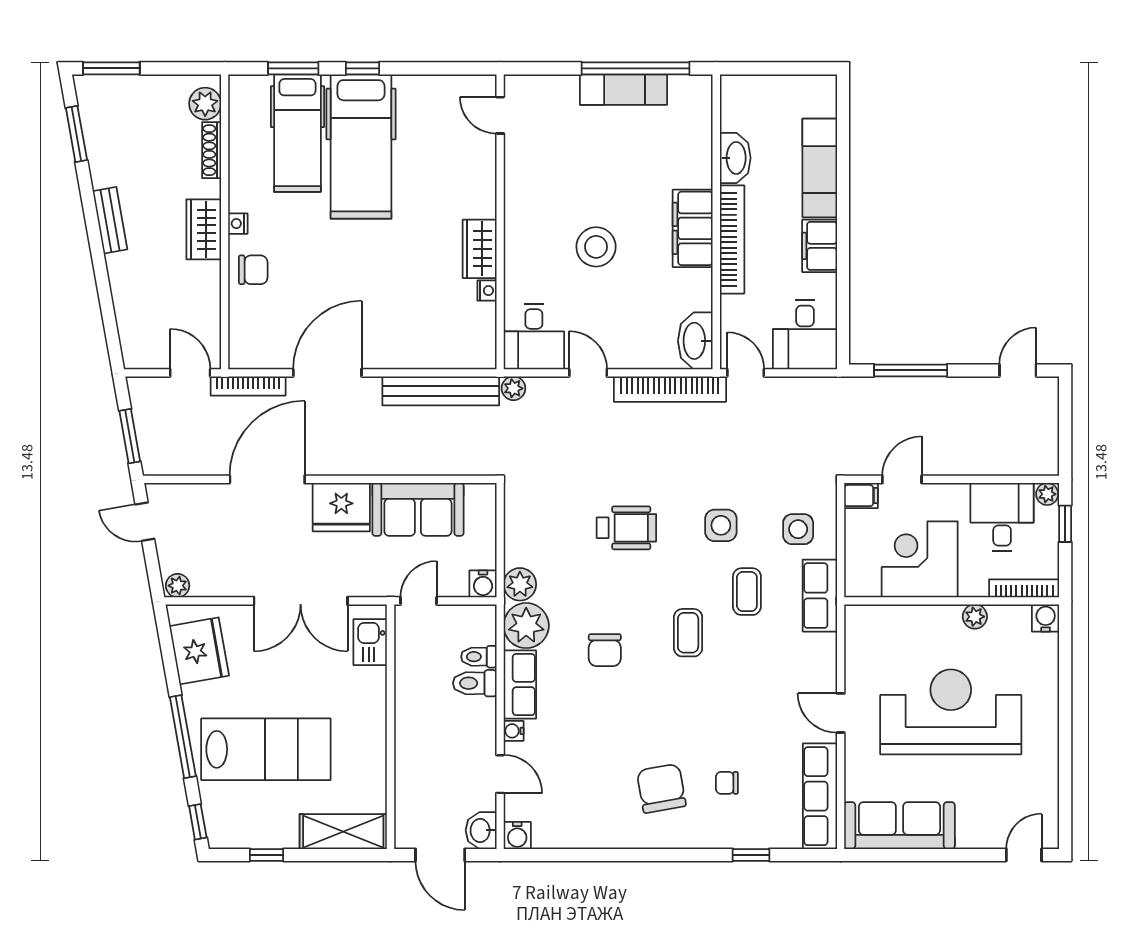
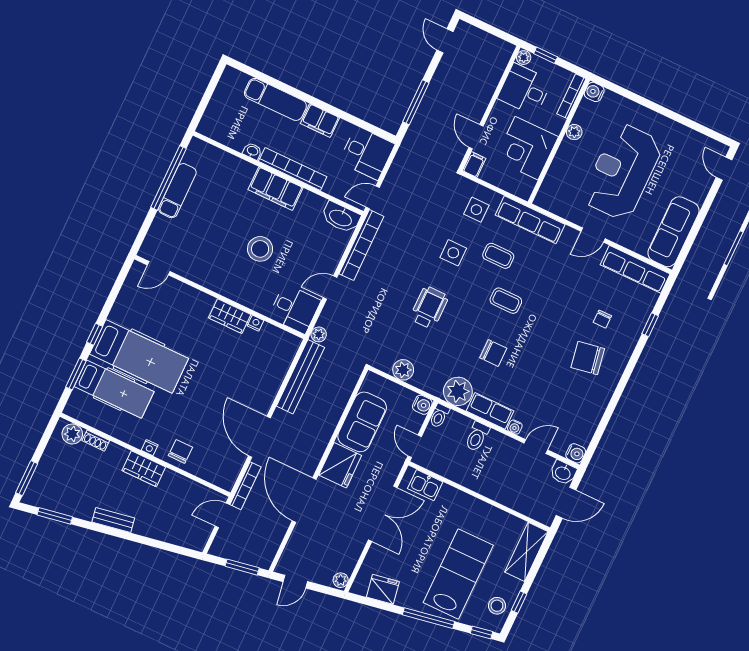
shoe rack: (212, 150) -> (96, 441), width x0.70
washbasin: (735, 158) -> (252, 151), width x0.52, depth x0.69
plant: (520, 584) -> (403, 370), moved
row of seats: (820, 596) -> (530, 220), width x1.48
fridge: (199, 651) -> (383, 589), width x0.73, depth x0.75
toilet: (479, 657) -> (439, 416), moved
stool: (247, 826) -> (497, 606), added

